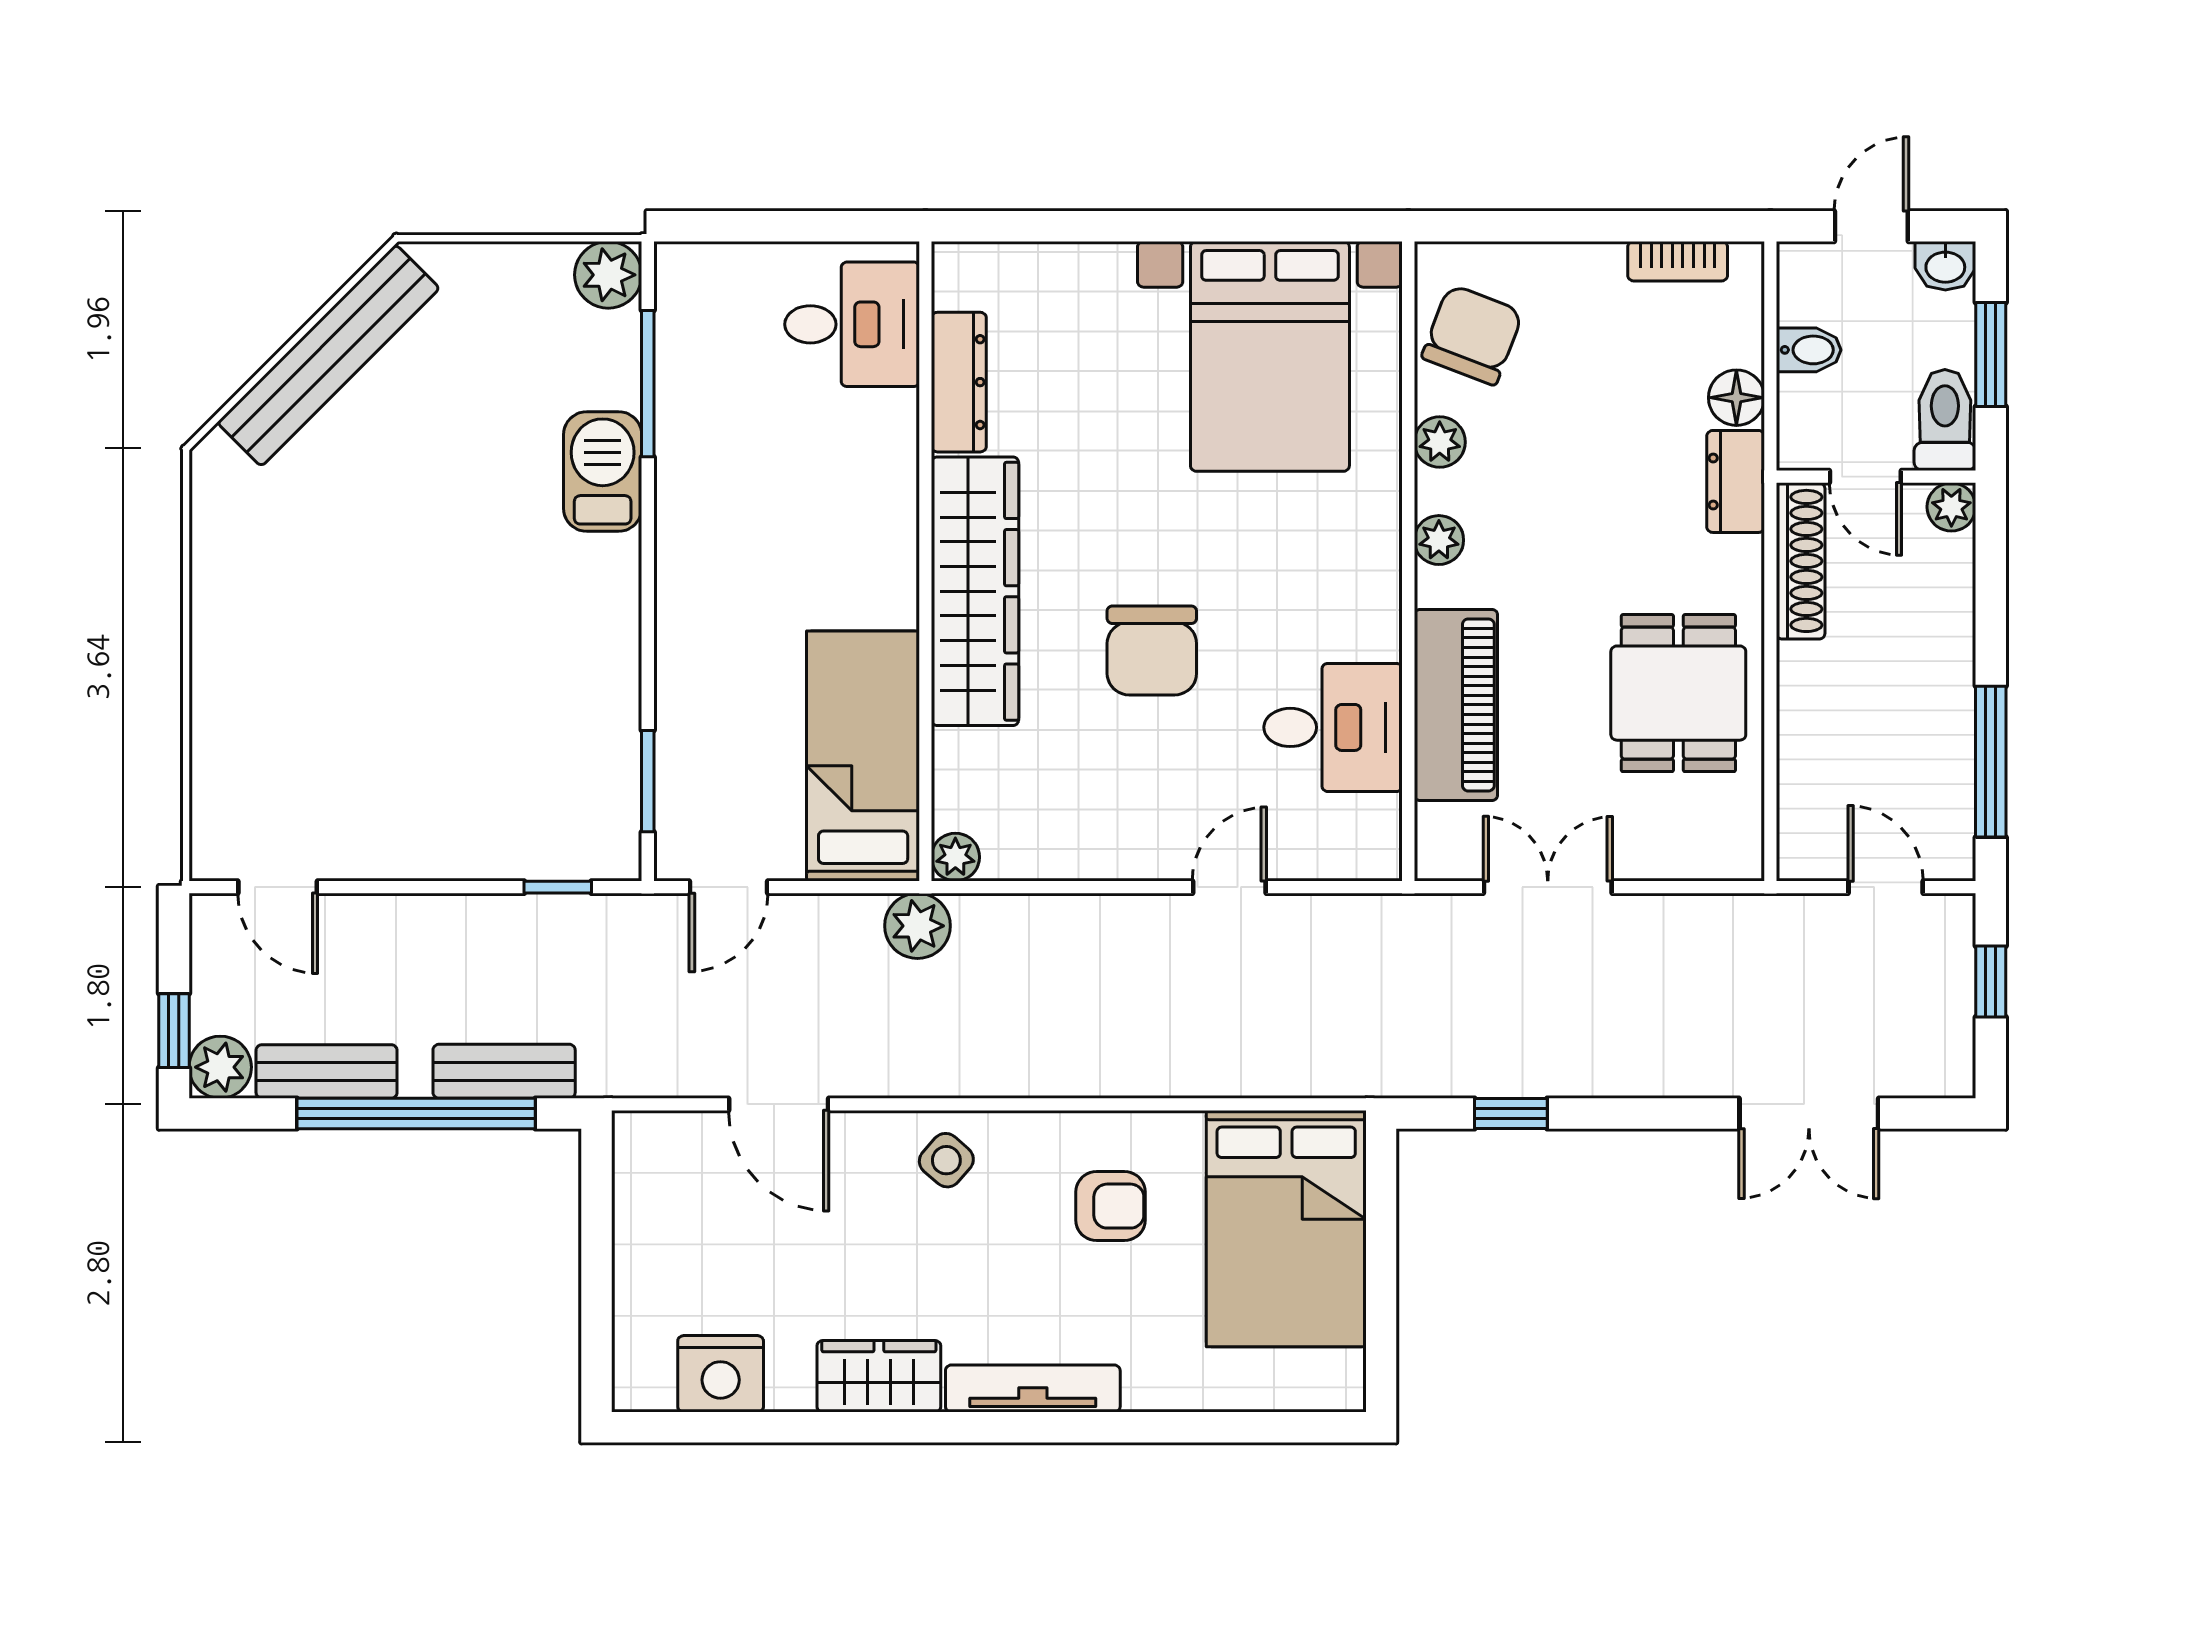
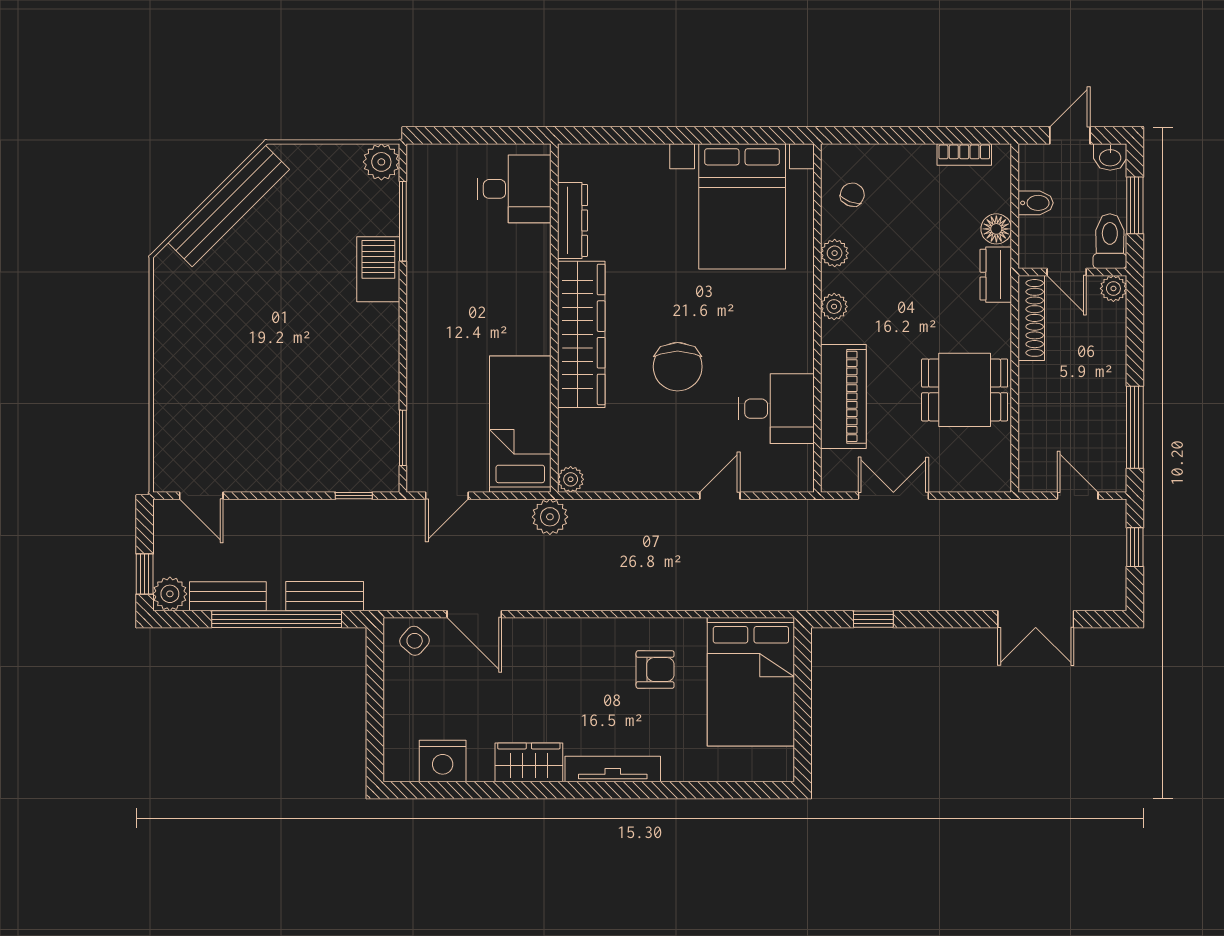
chair: (1472, 335) -> (852, 195), width x0.54, depth x0.54
dining table: (1678, 693) -> (965, 390), turned 90
side table: (946, 1160) -> (415, 641), moved

